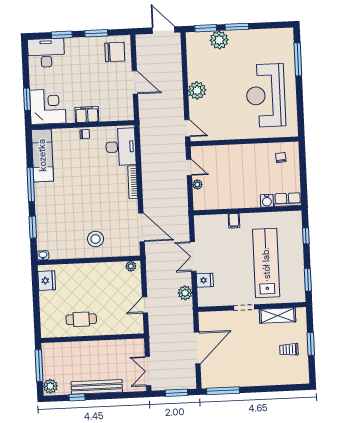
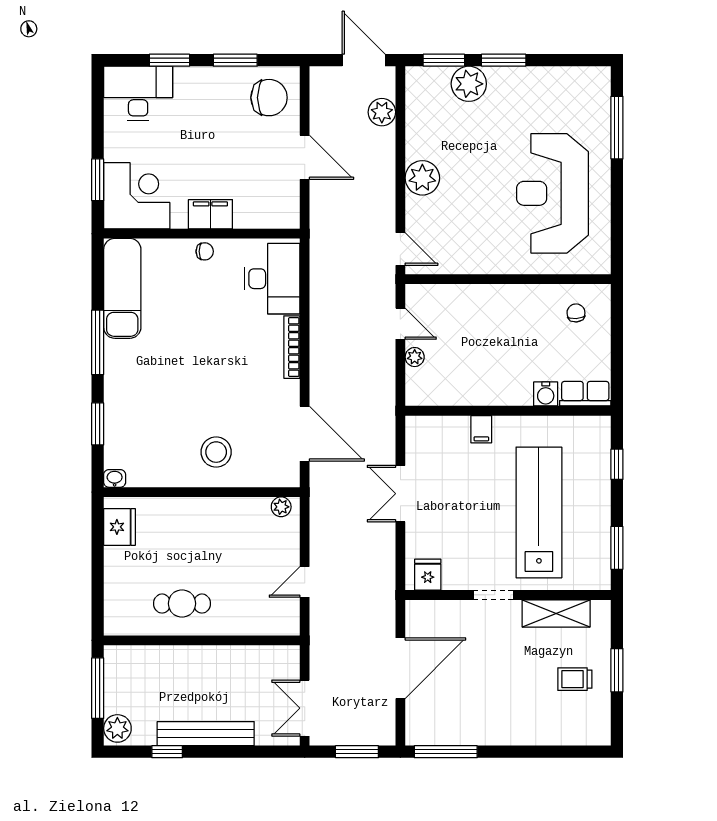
fridge: (205, 280) -> (428, 575), moved, turned -90
plant: (185, 293) -> (382, 112), moved

